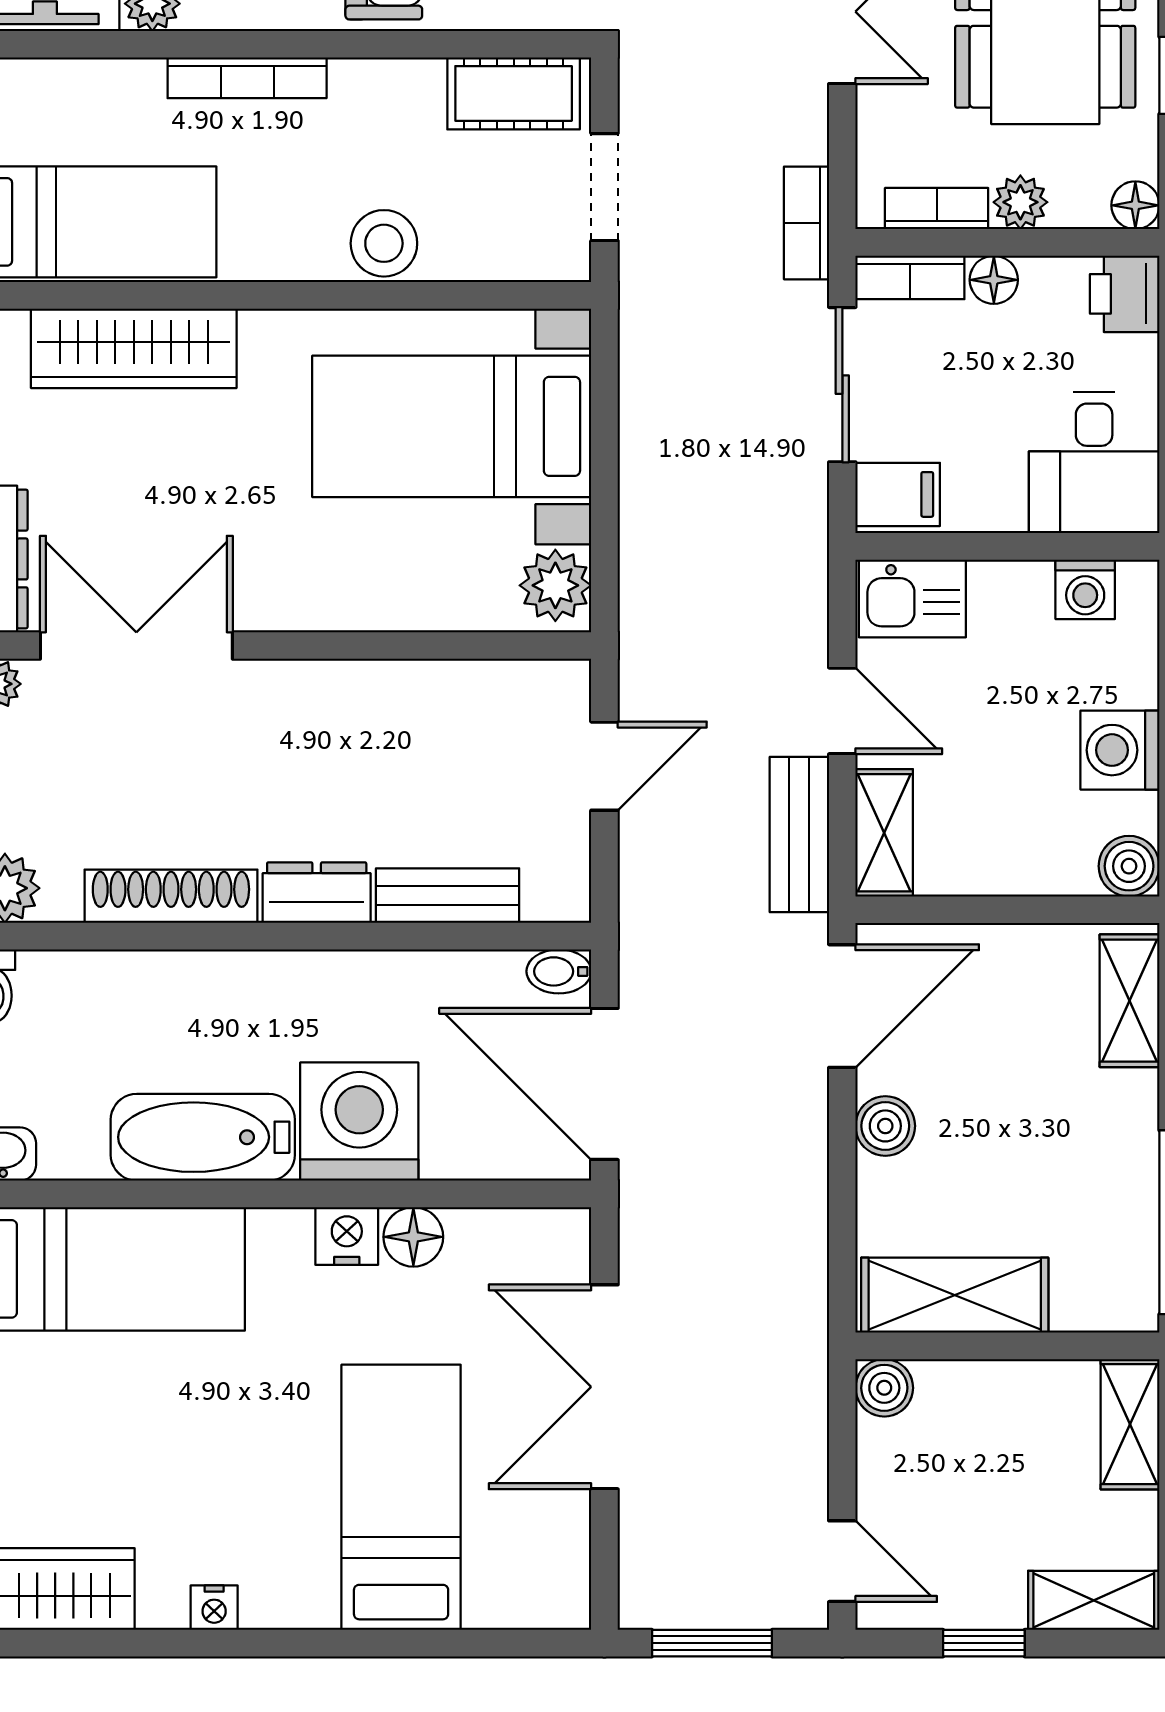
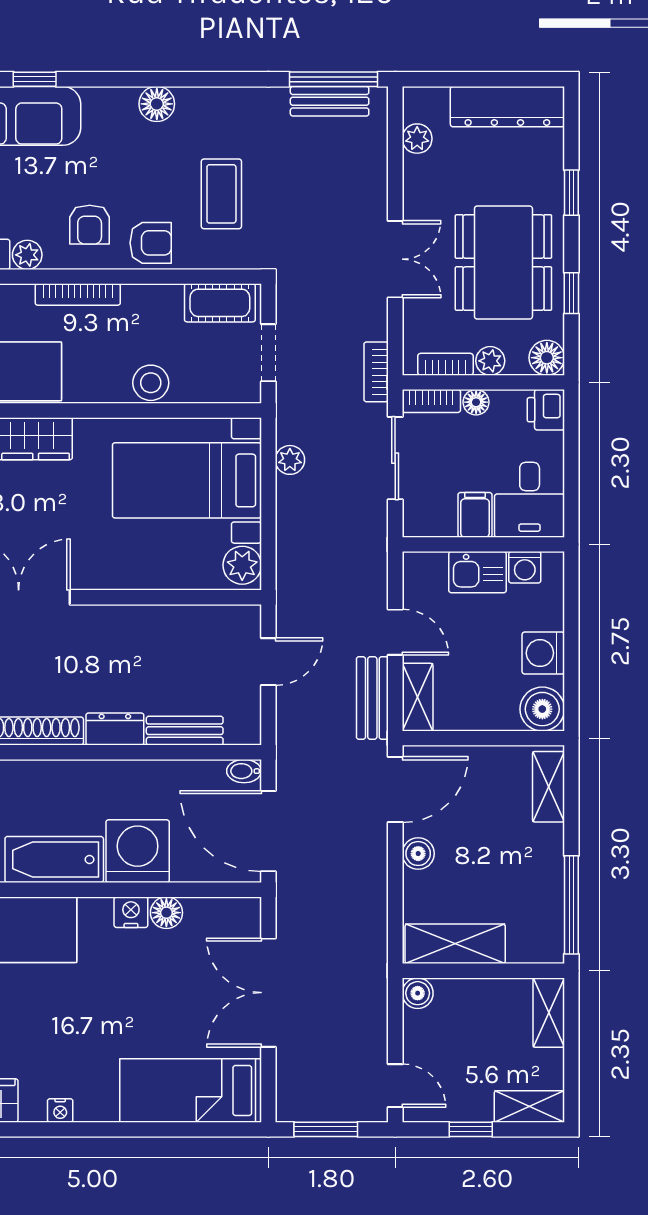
floor lamp: (1135, 205) -> (547, 358), width x1.37, depth x1.37
plant: (645, 388) -> (290, 460), added
filing cabinet: (898, 494) -> (475, 515), moved, turned -90
kitchen sink: (912, 598) -> (478, 572), moved
boiler: (1129, 866) -> (542, 709), width x1.36, depth x1.36
bed: (401, 1497) -> (191, 1090), moved, turned -90

